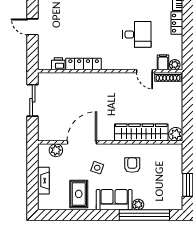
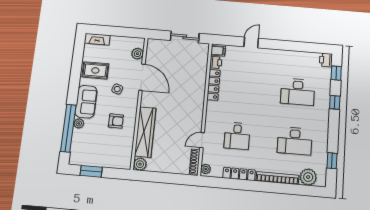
locker: (177, 23) -> (239, 174), width x1.53
filing cabinet: (163, 62) -> (218, 51), moved
fireplace: (43, 181) -> (97, 39), moved

